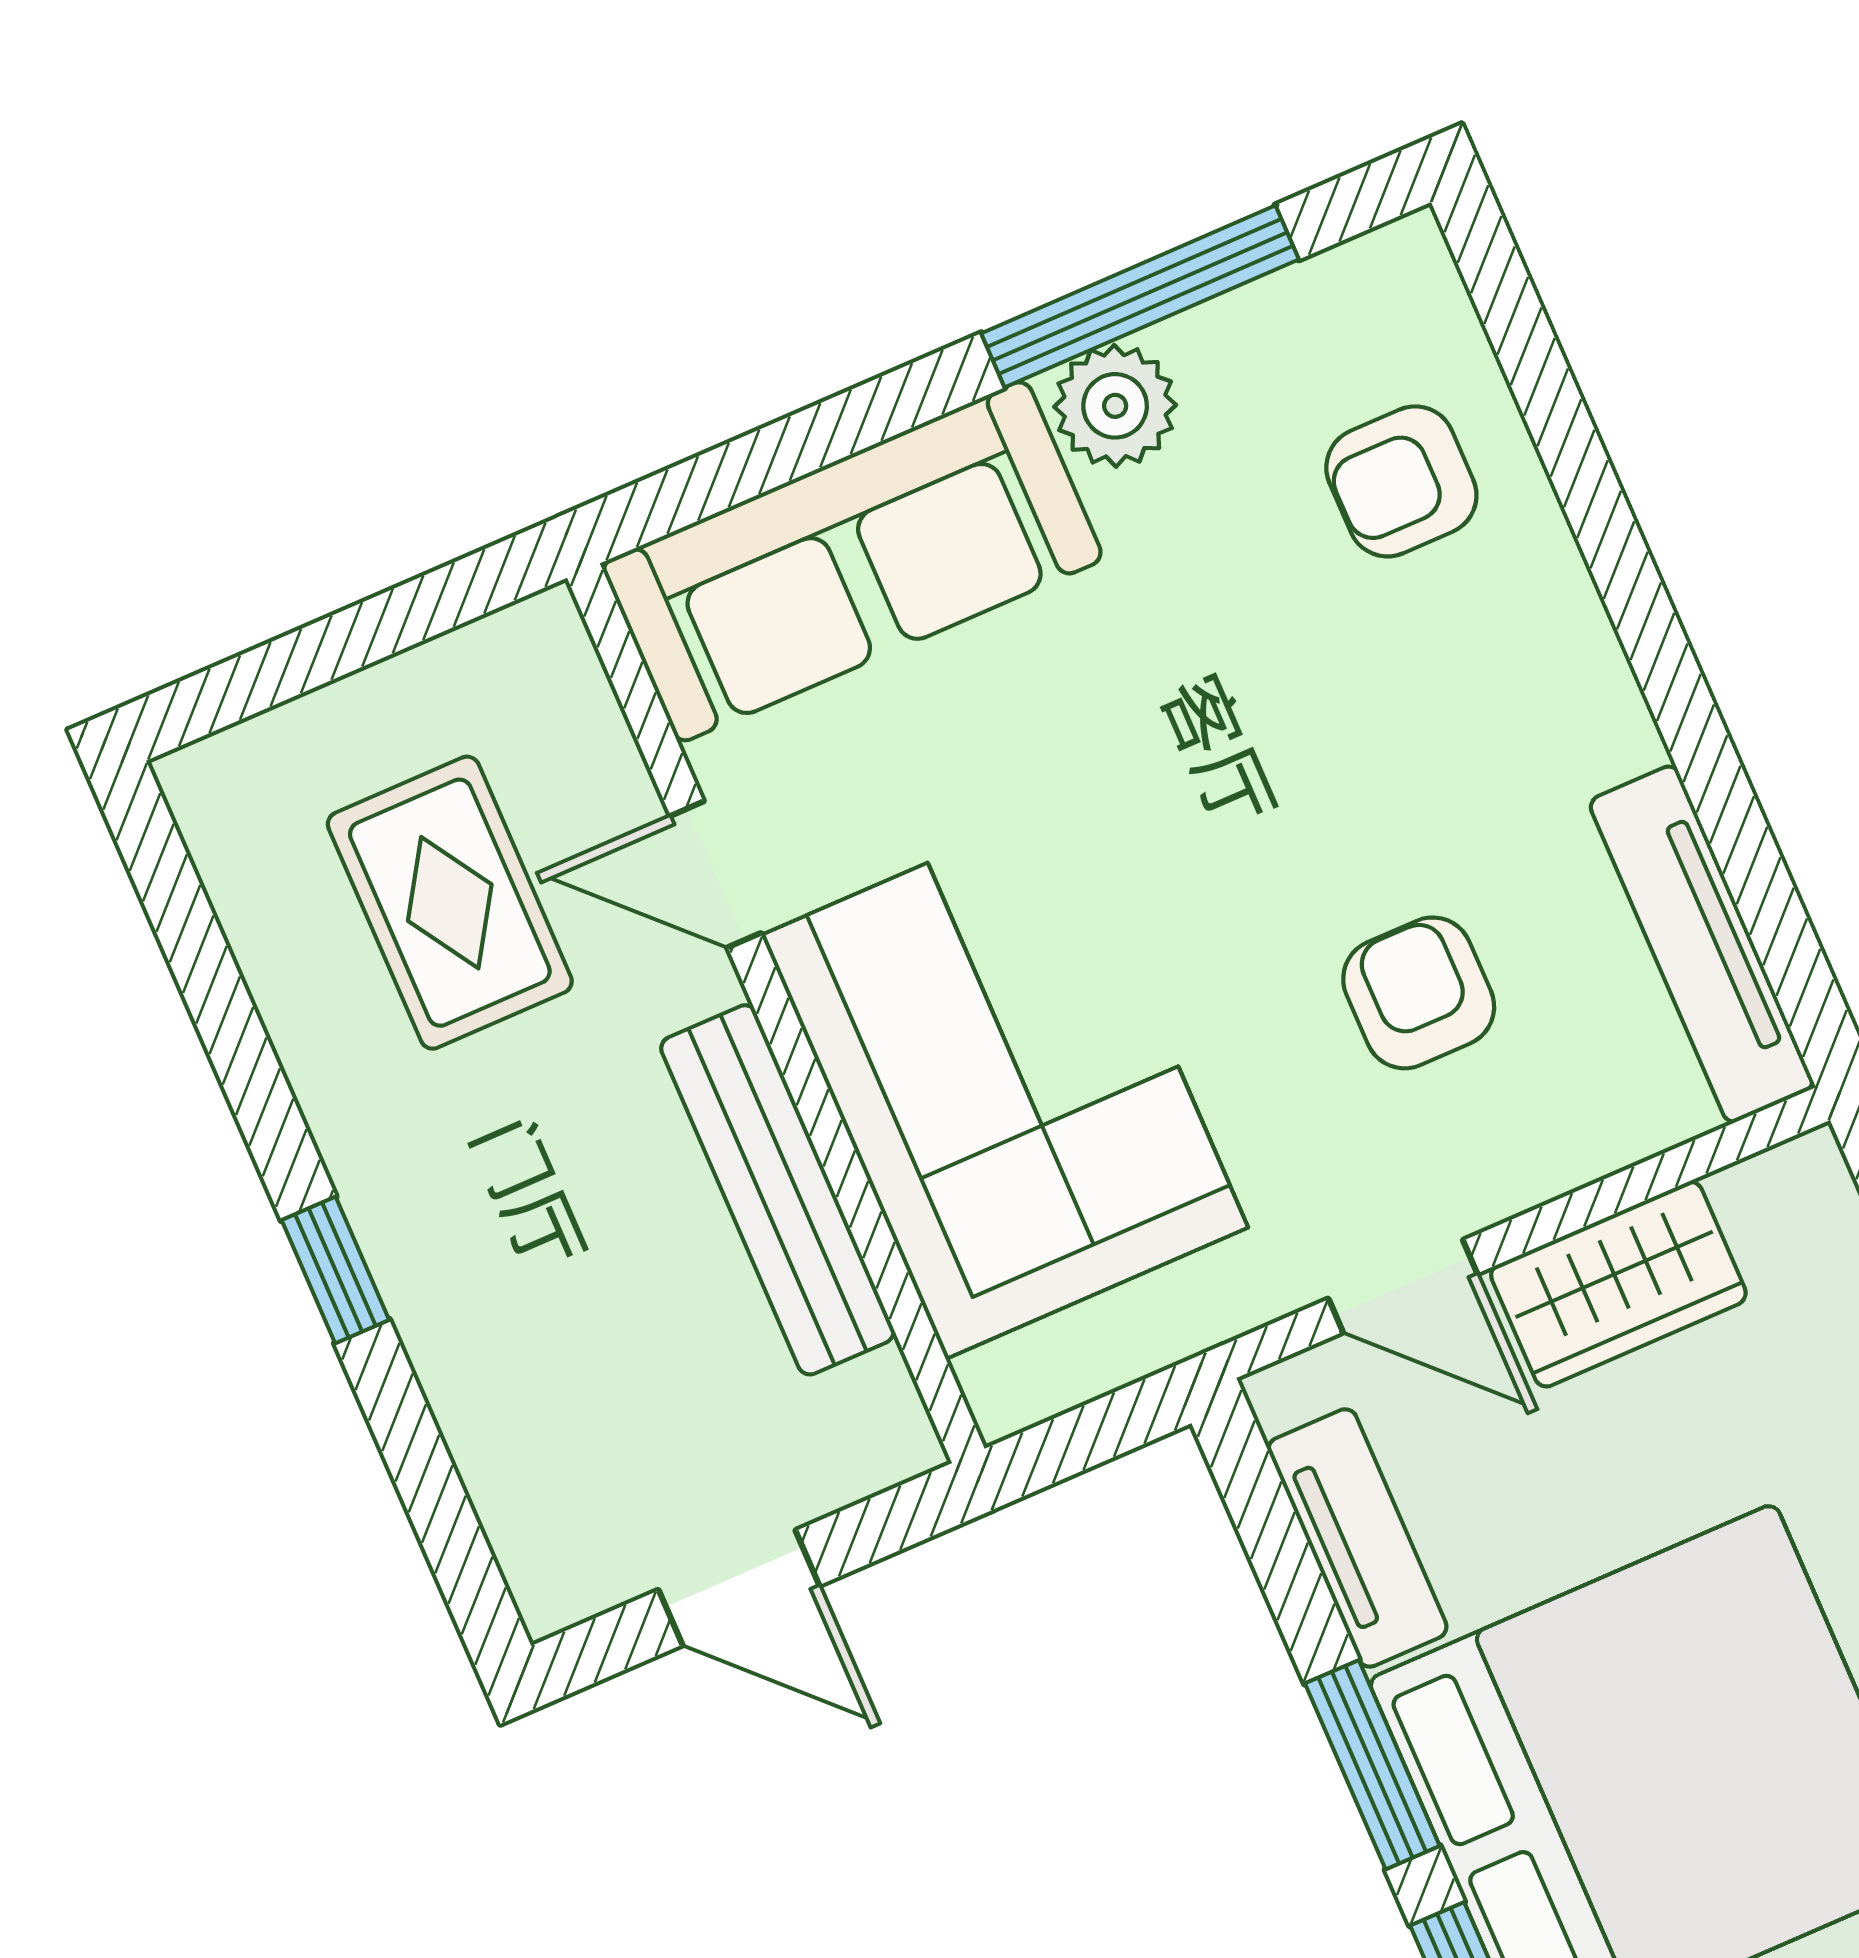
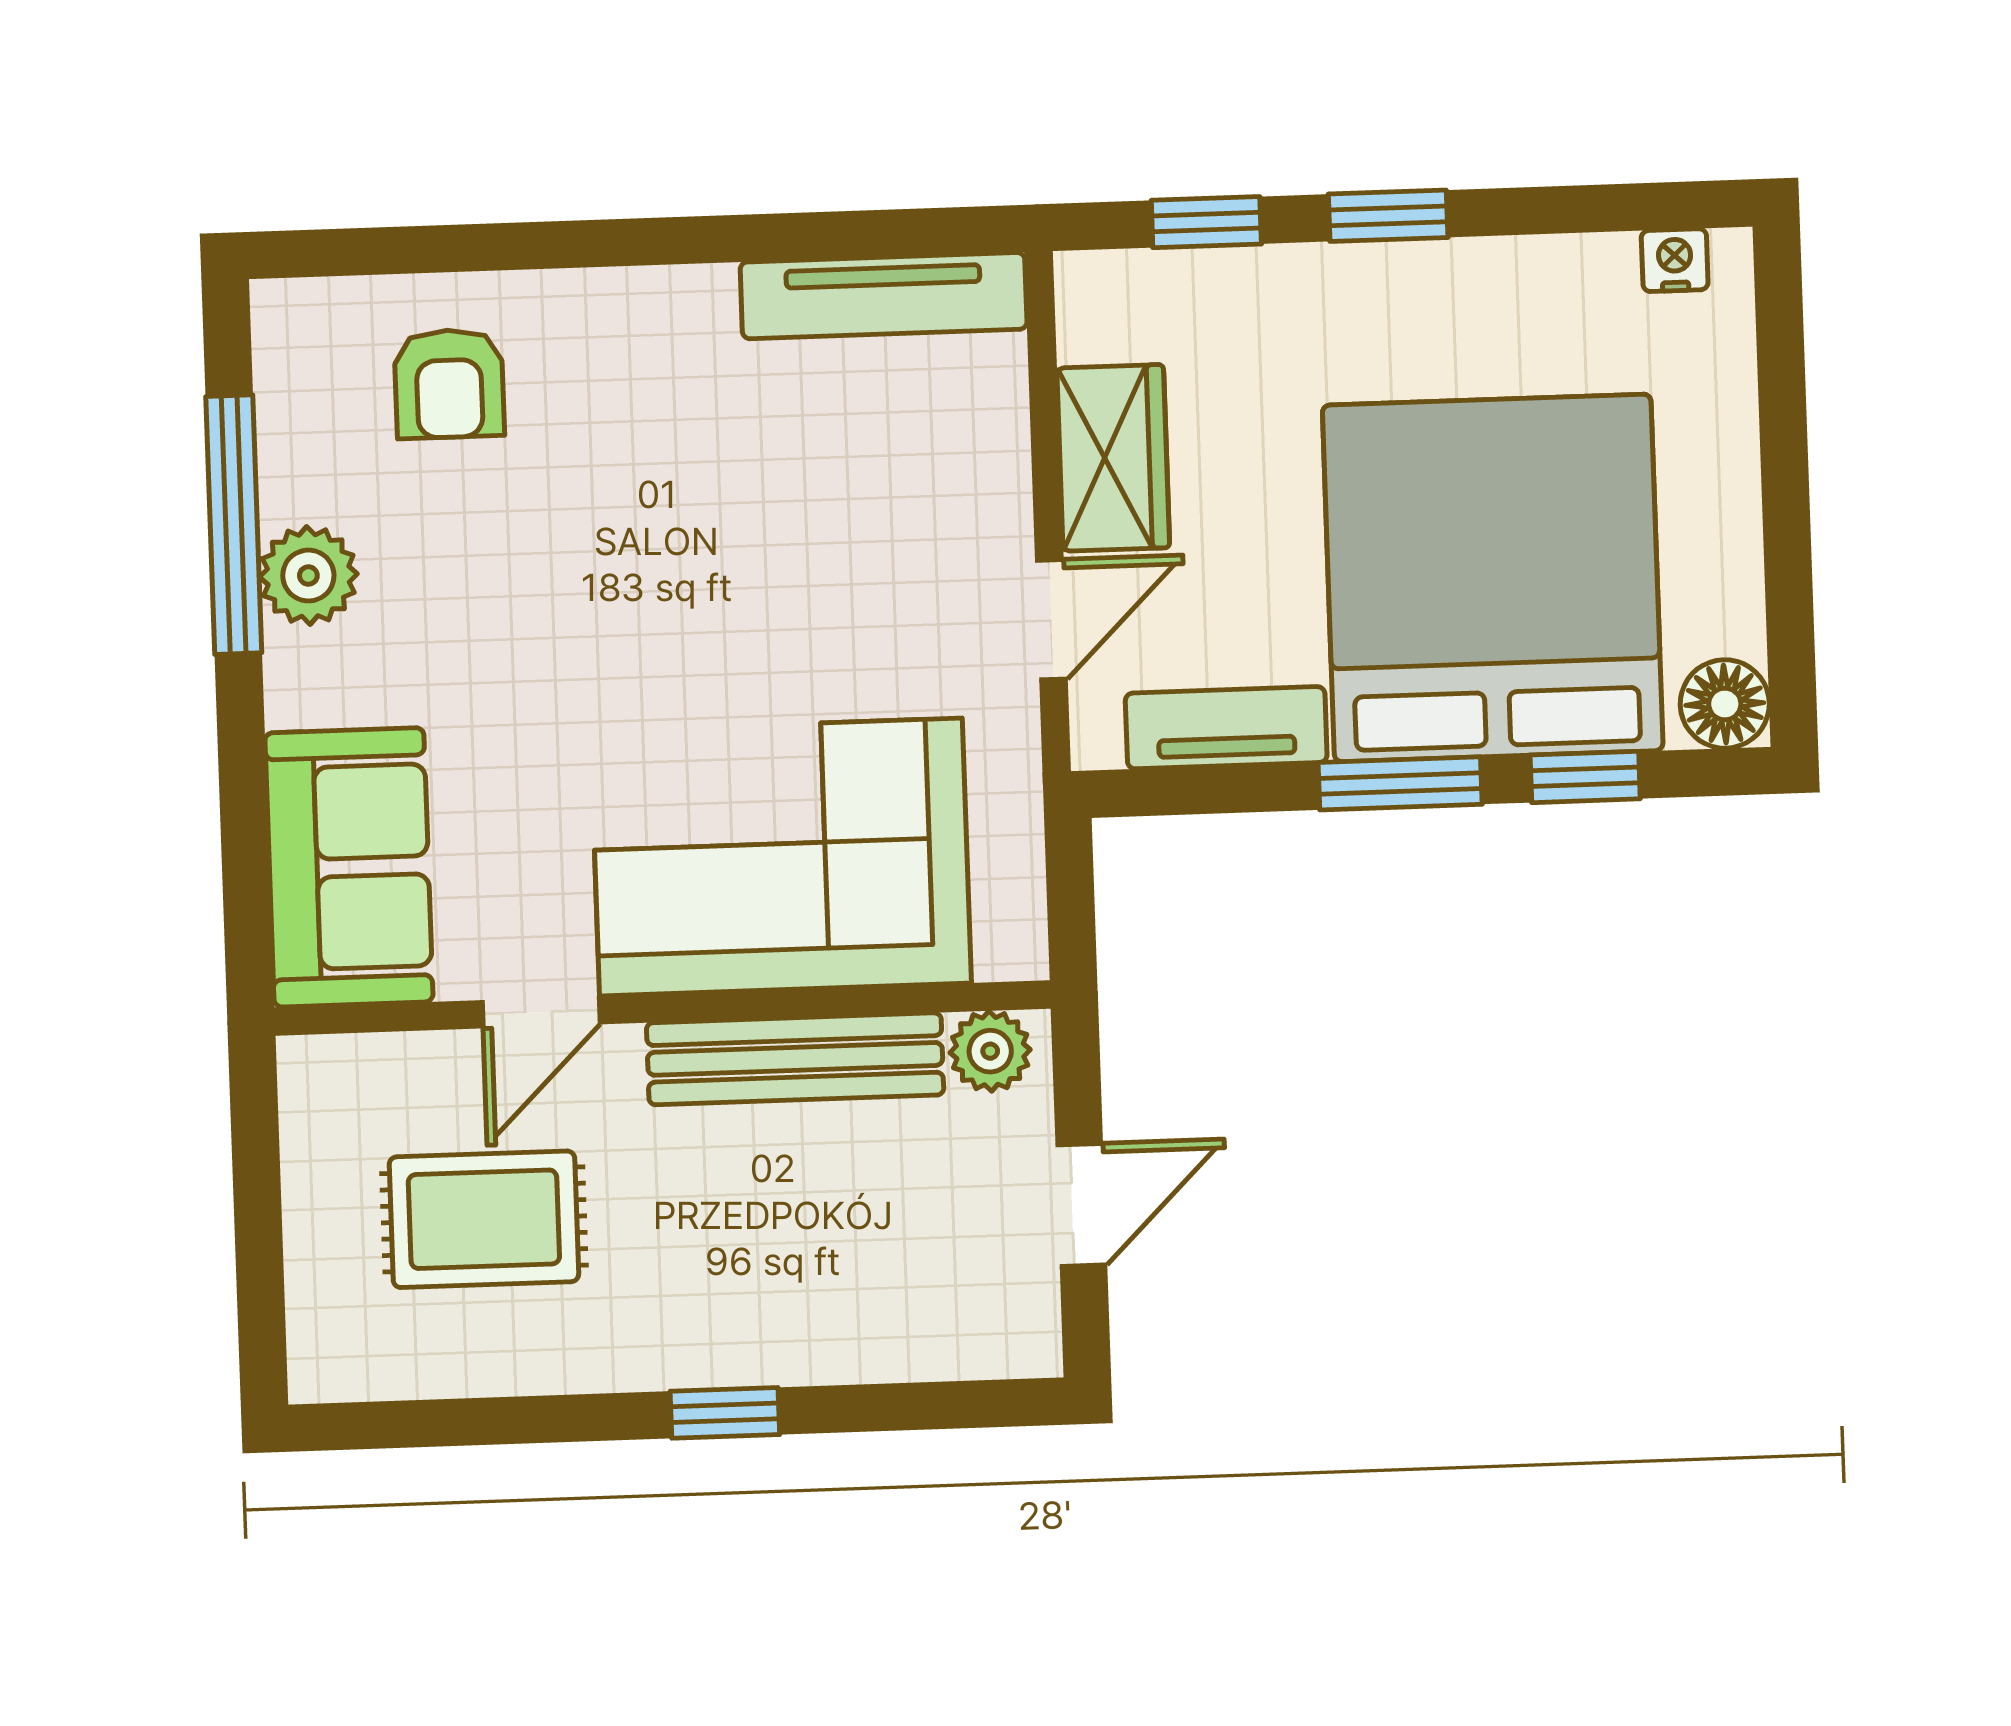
sofa: (852, 561) -> (349, 867), width x0.73
armchair: (1419, 993) -> (837, 521), removed
plant: (875, 1412) -> (990, 1051), added

